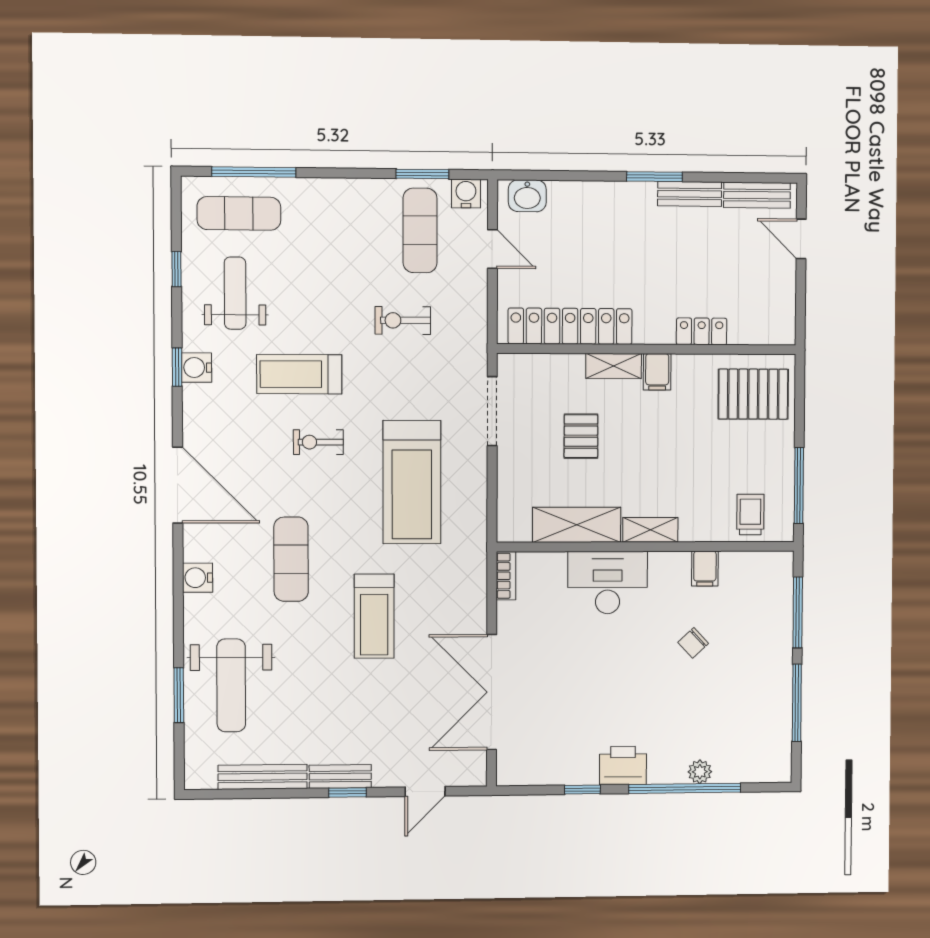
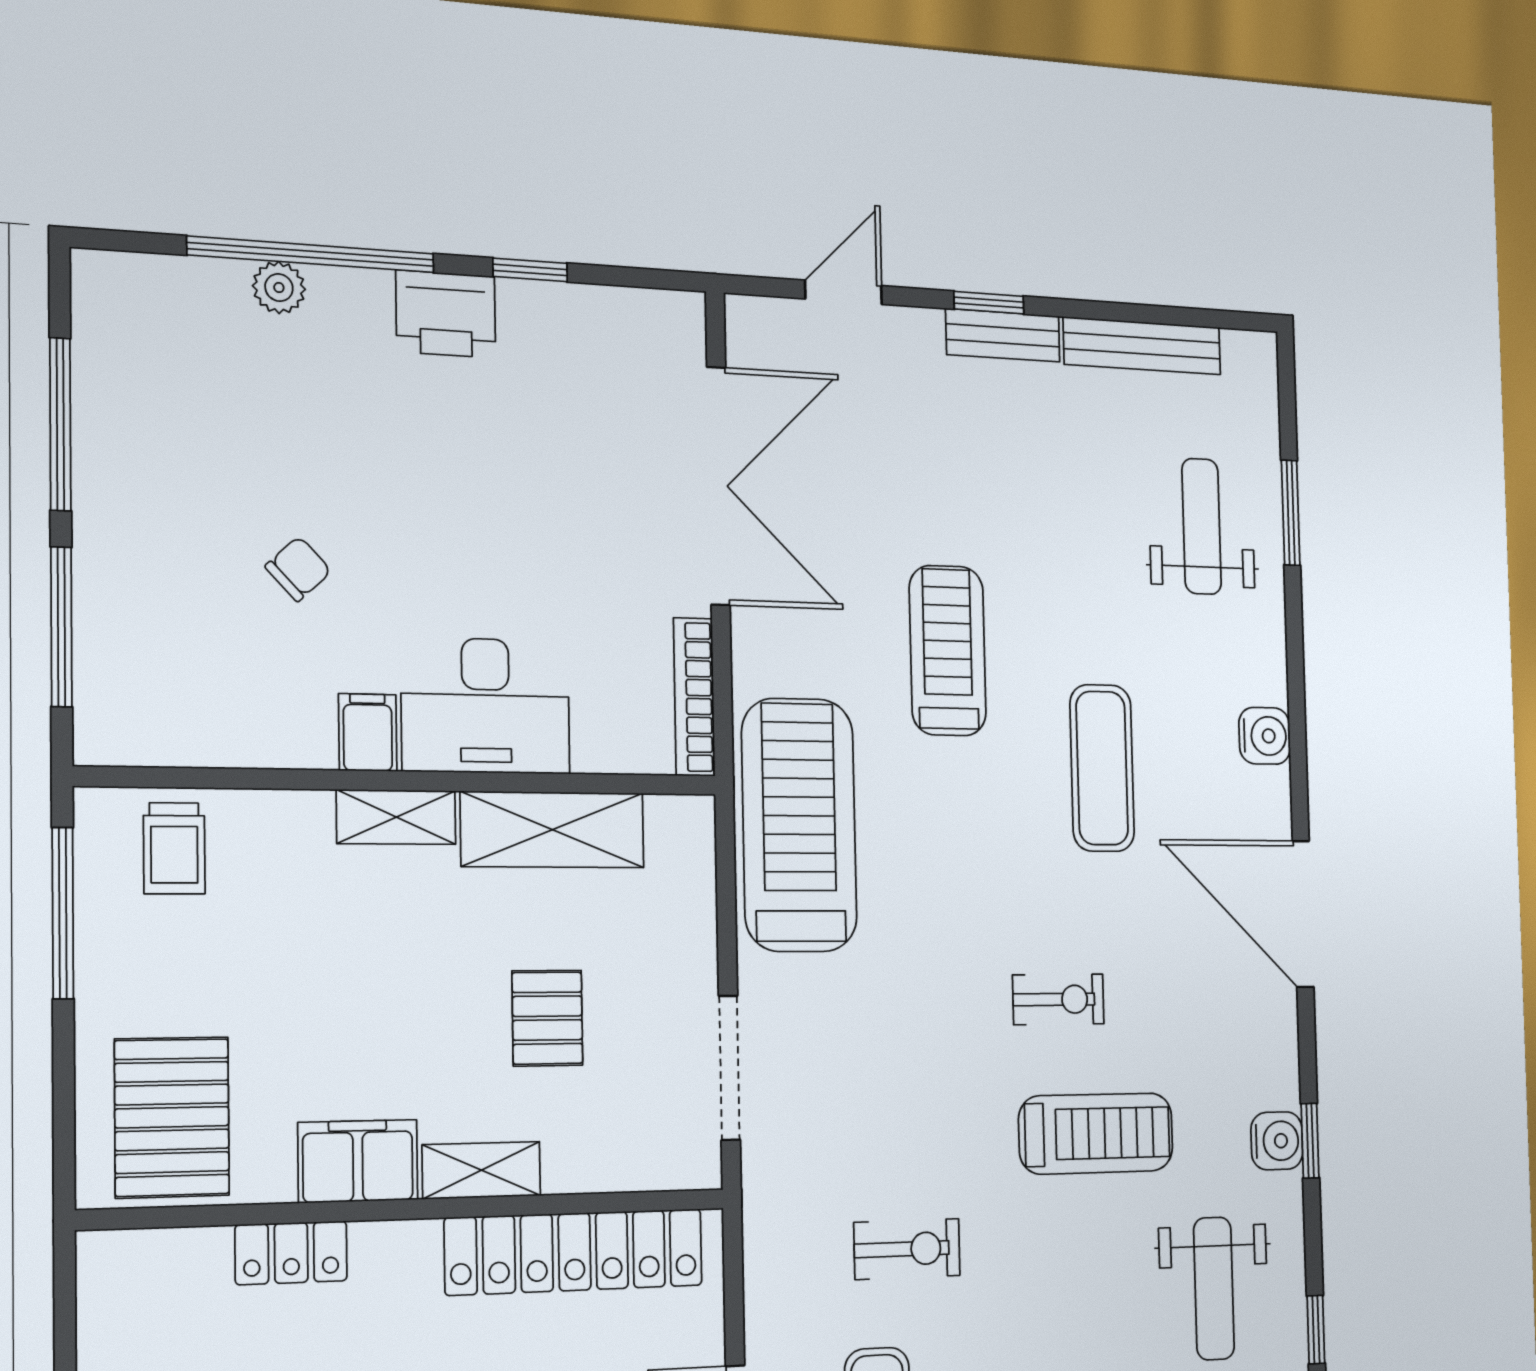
filing cabinet: (657, 372) -> (358, 1161), width x2.00
pallet: (753, 394) -> (172, 1117), turned 90
treadmill: (412, 482) -> (799, 825), moved
filing cabinet: (705, 569) -> (368, 732), moved
bookcase: (506, 576) -> (694, 697), width x1.56
weight bench: (231, 685) -> (1202, 526), width x0.73, depth x0.75

